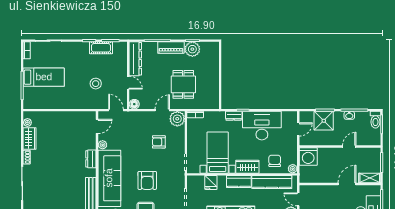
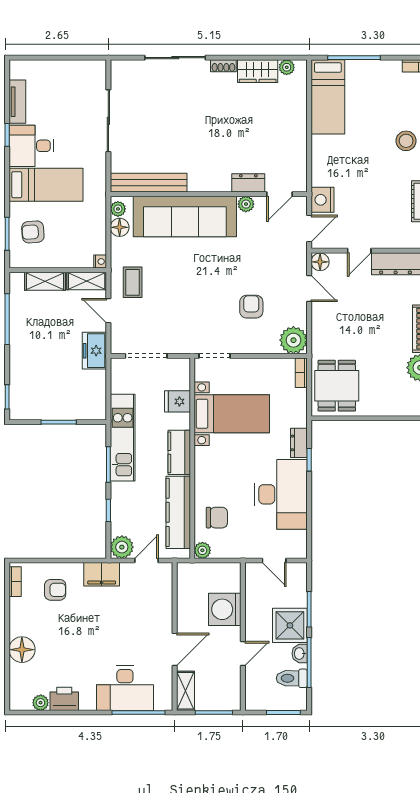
bed: (44, 77) -> (328, 97), moved
stool: (96, 84) -> (406, 141), moved
dining table: (183, 84) -> (337, 386), moved, turned 90
nightstand: (100, 103) -> (322, 200), added
door: (162, 110) -> (309, 289), moved
toilet: (375, 120) -> (292, 678), moved
shower: (324, 121) -> (290, 625), moved
door: (97, 126) -> (279, 194), hinge flipped
door: (349, 147) -> (243, 654), hinge flipped
washing machine: (308, 156) -> (225, 609), moved
dresser: (91, 159) -> (248, 183), moved
wardrobe: (247, 167) -> (206, 468), removed
armchair: (147, 180) -> (181, 285), removed
door: (347, 184) -> (175, 649), hinge flipped

